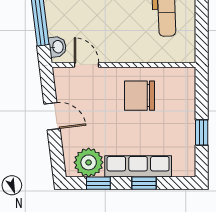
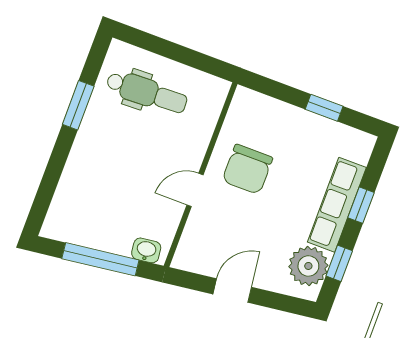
door: (86, 65) -> (195, 190), moved

